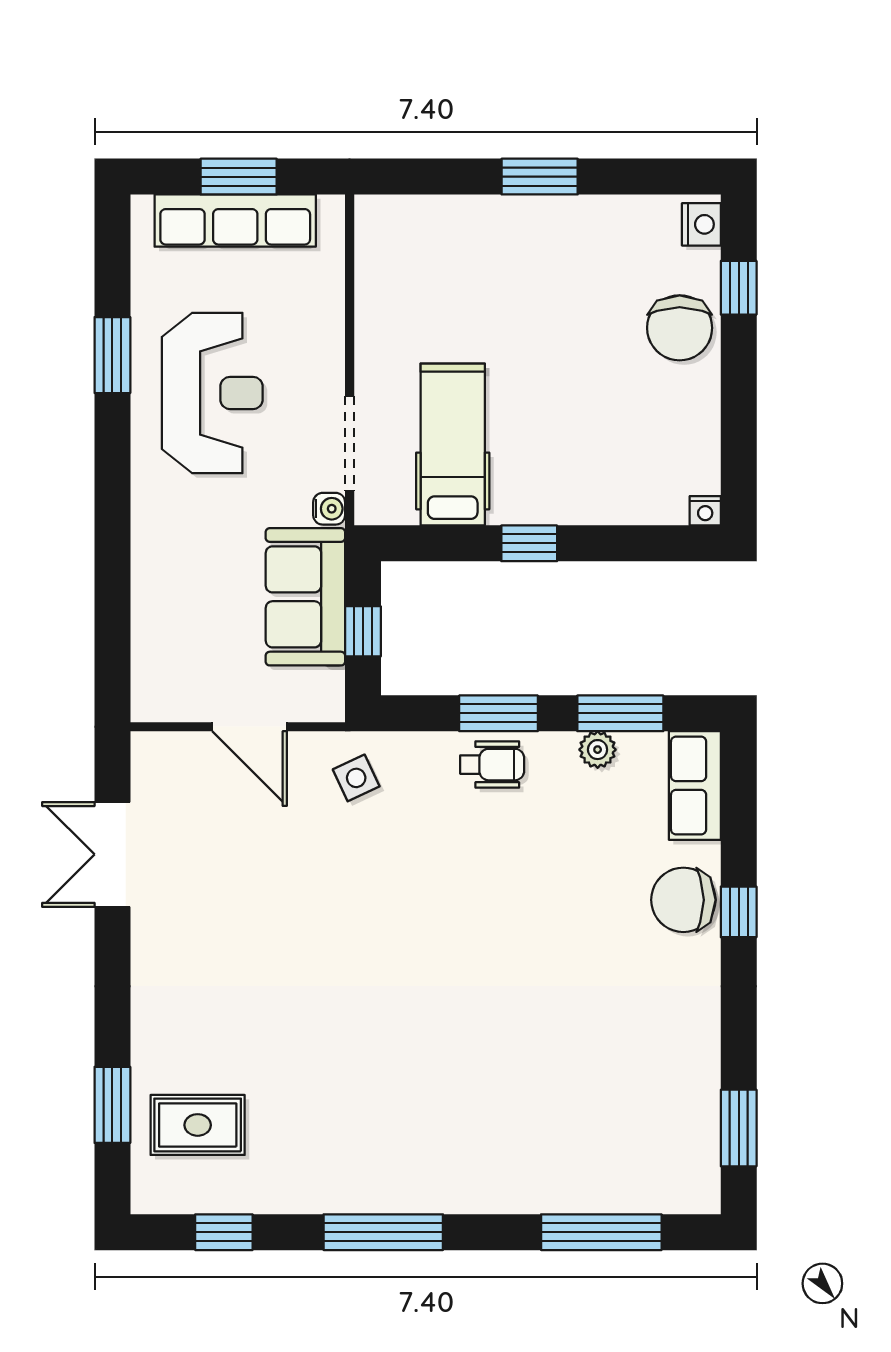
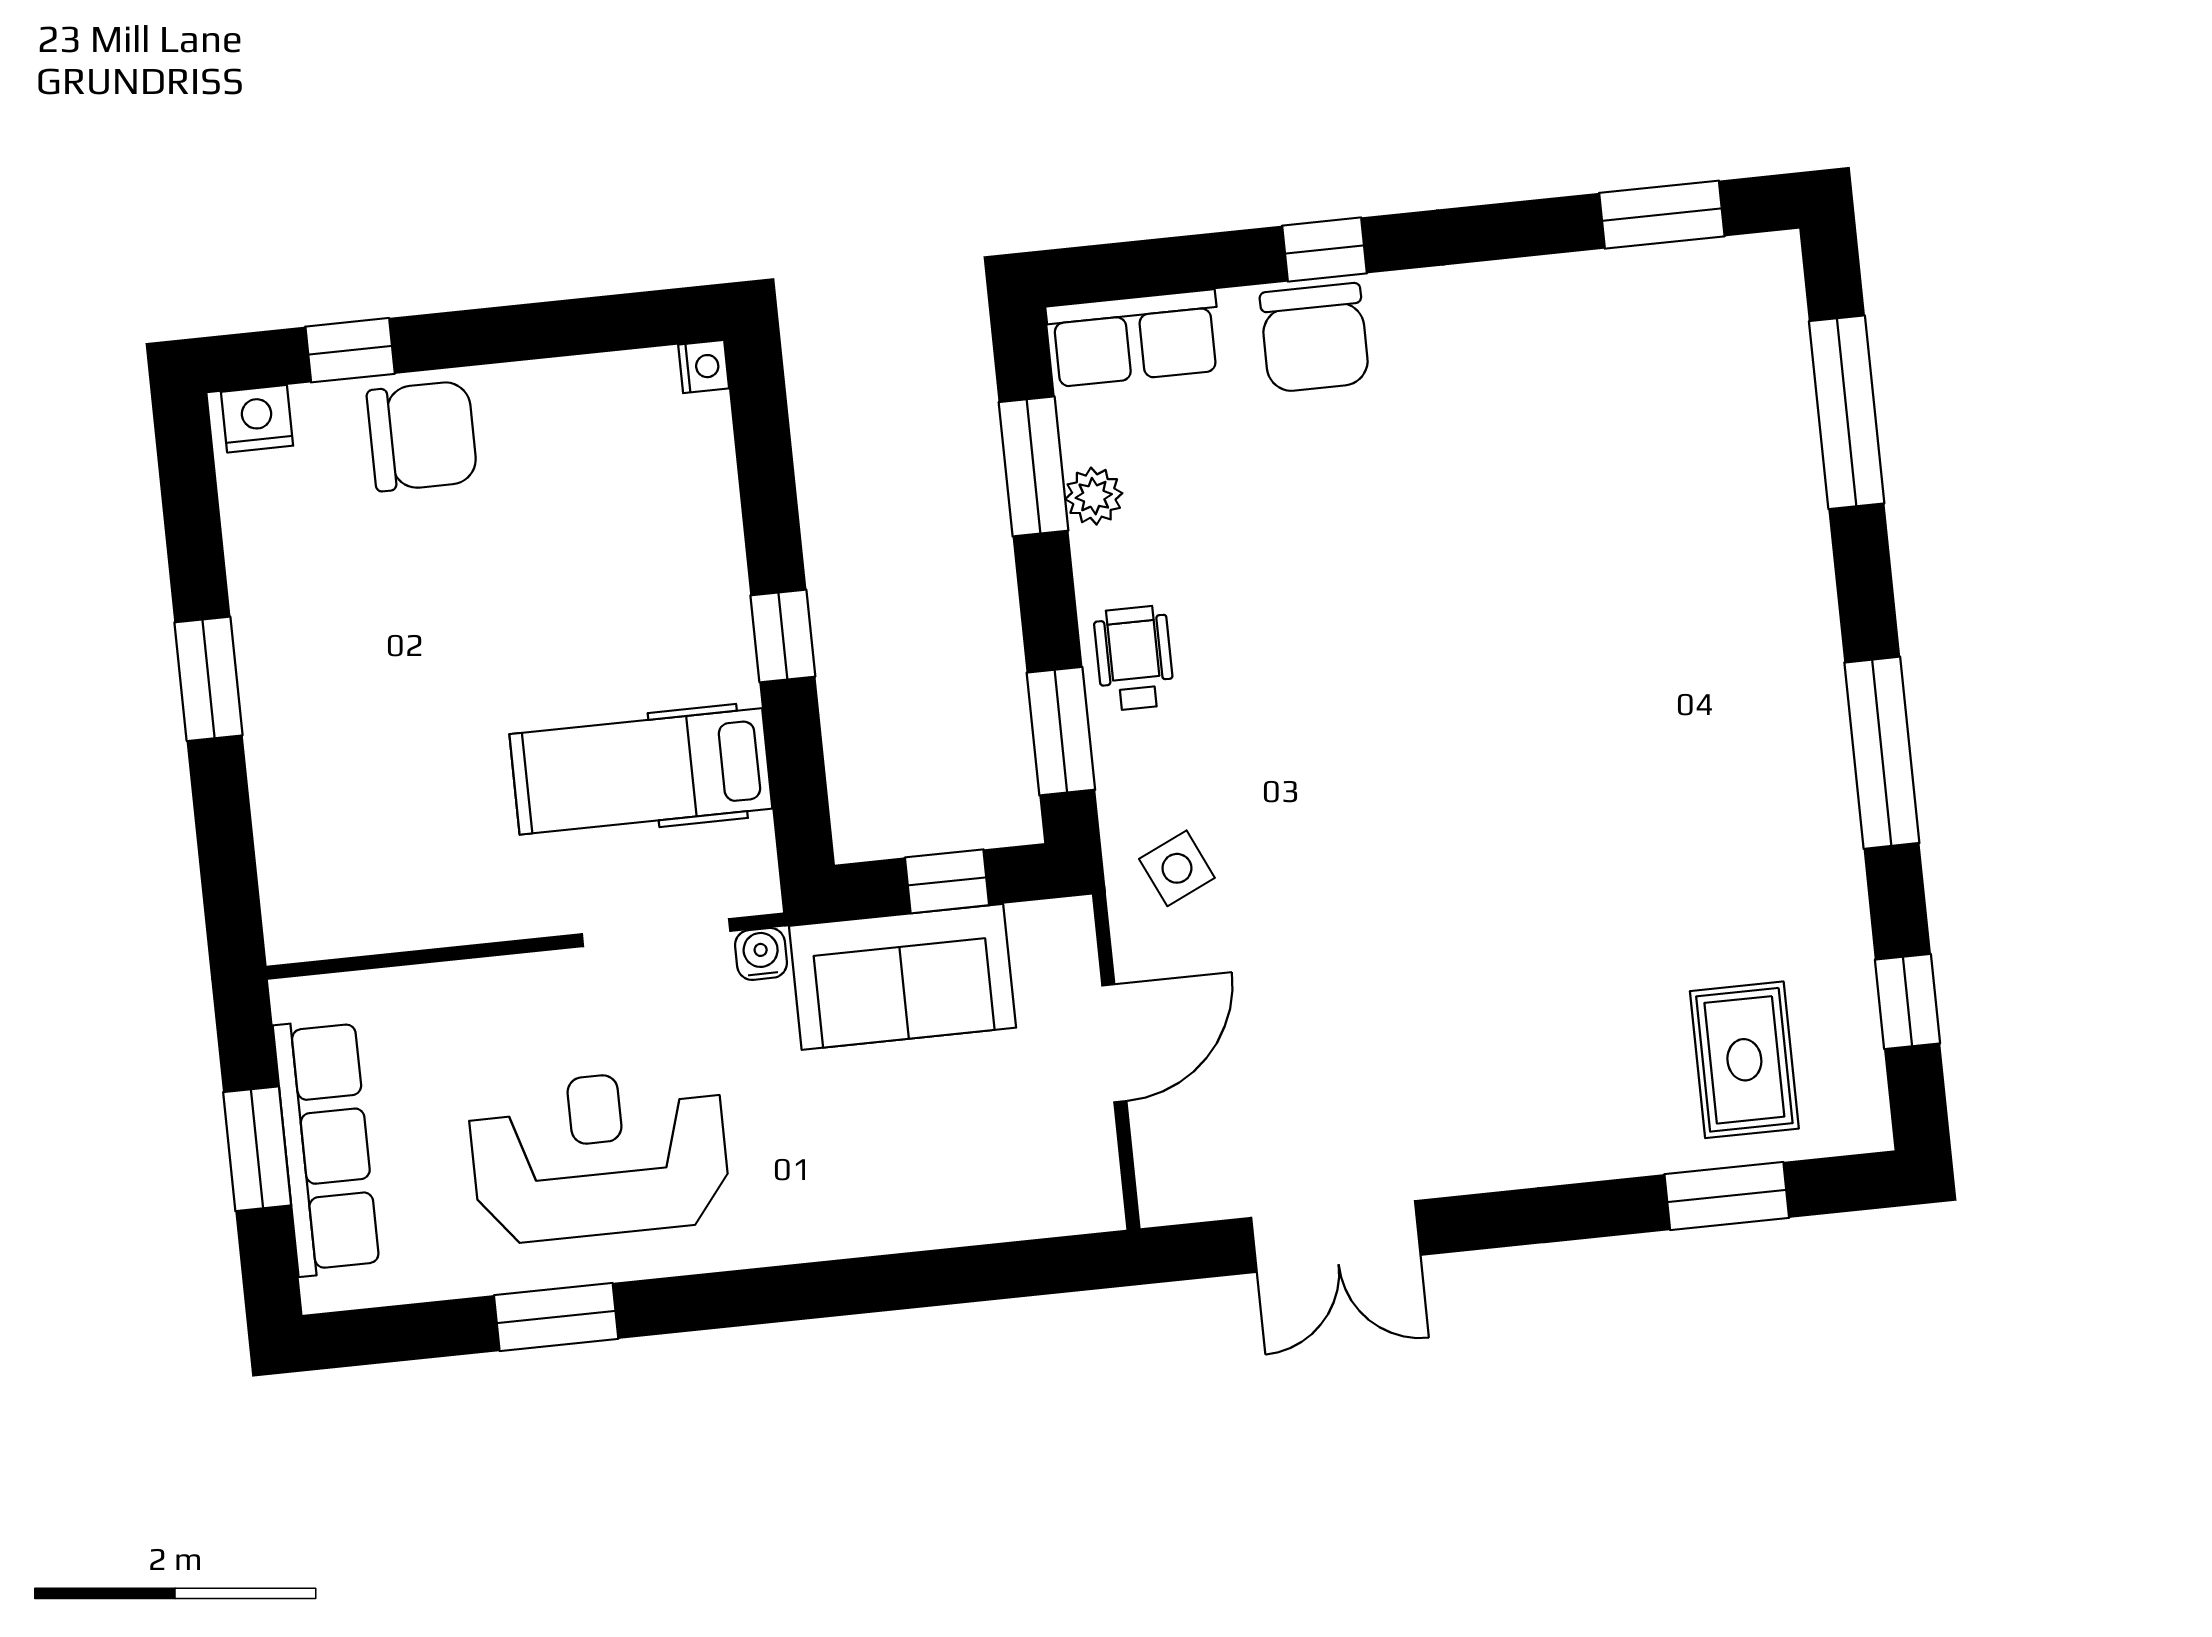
window: (498, 713) -> (1061, 731), moved

